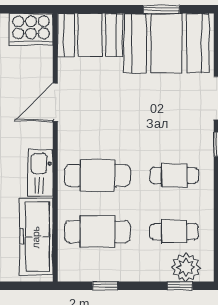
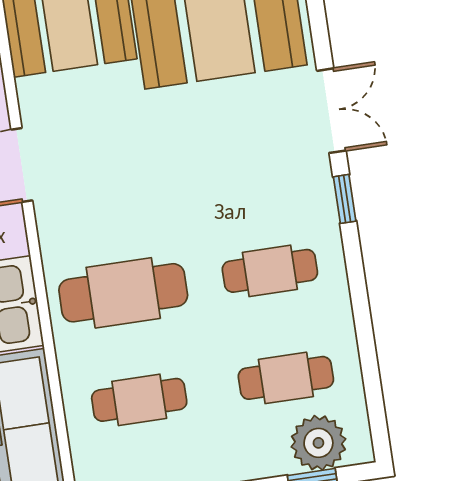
cafe table: (97, 232) -> (139, 400), width x0.73, depth x0.74

